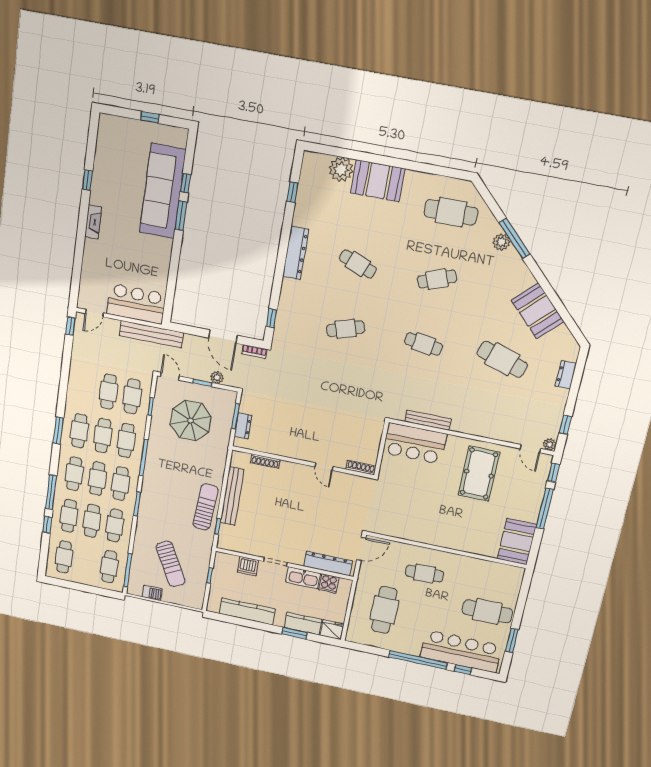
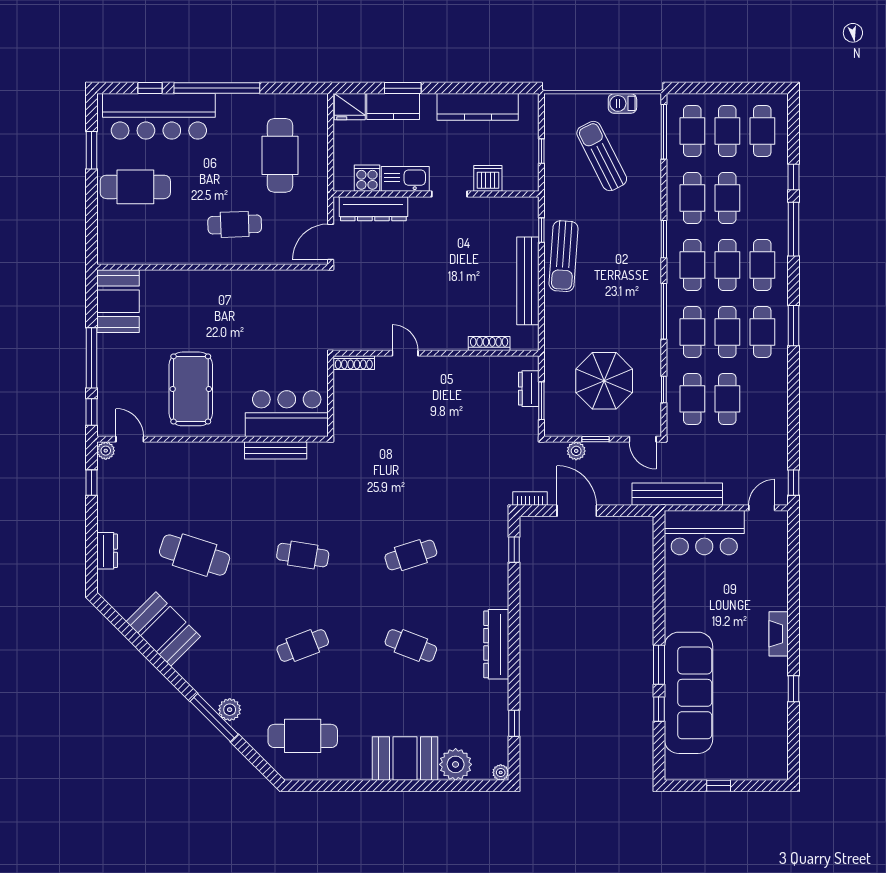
plant: (309, 157) -> (501, 772), added
cafe table: (69, 516) -> (727, 131), moved

